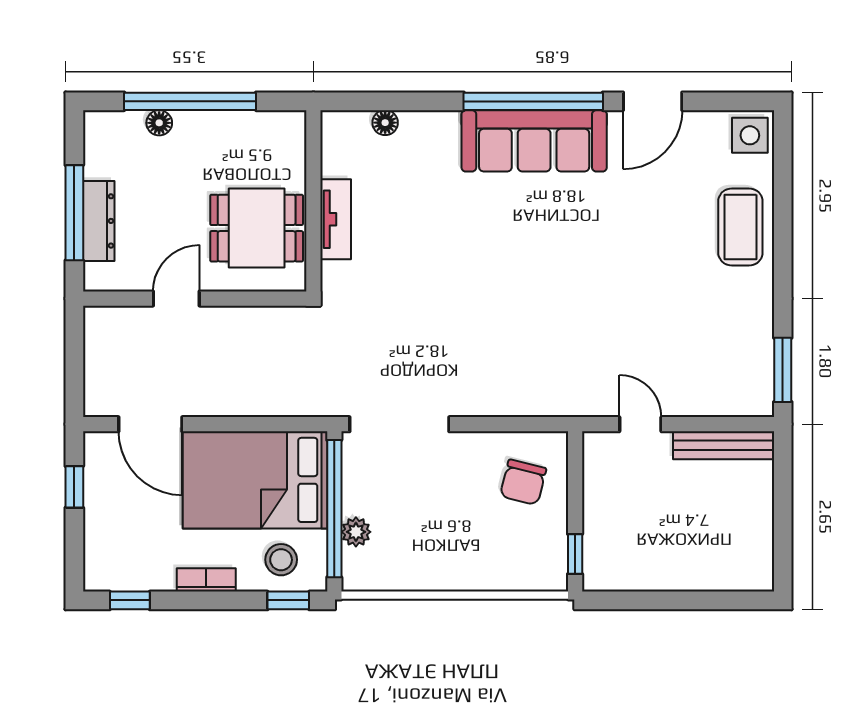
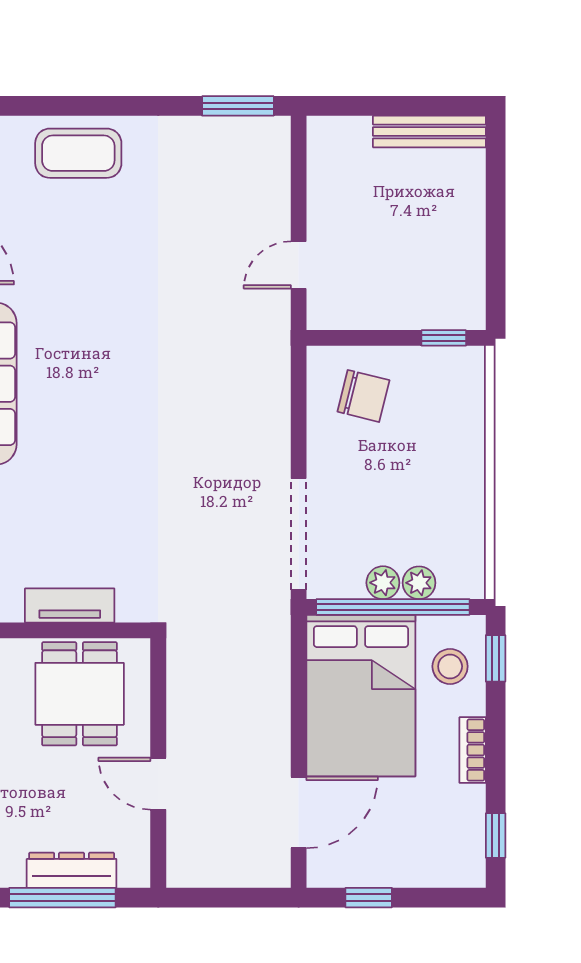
bench: (724, 445) -> (429, 131), moved, turned 90
plant: (356, 500) -> (383, 583), added

